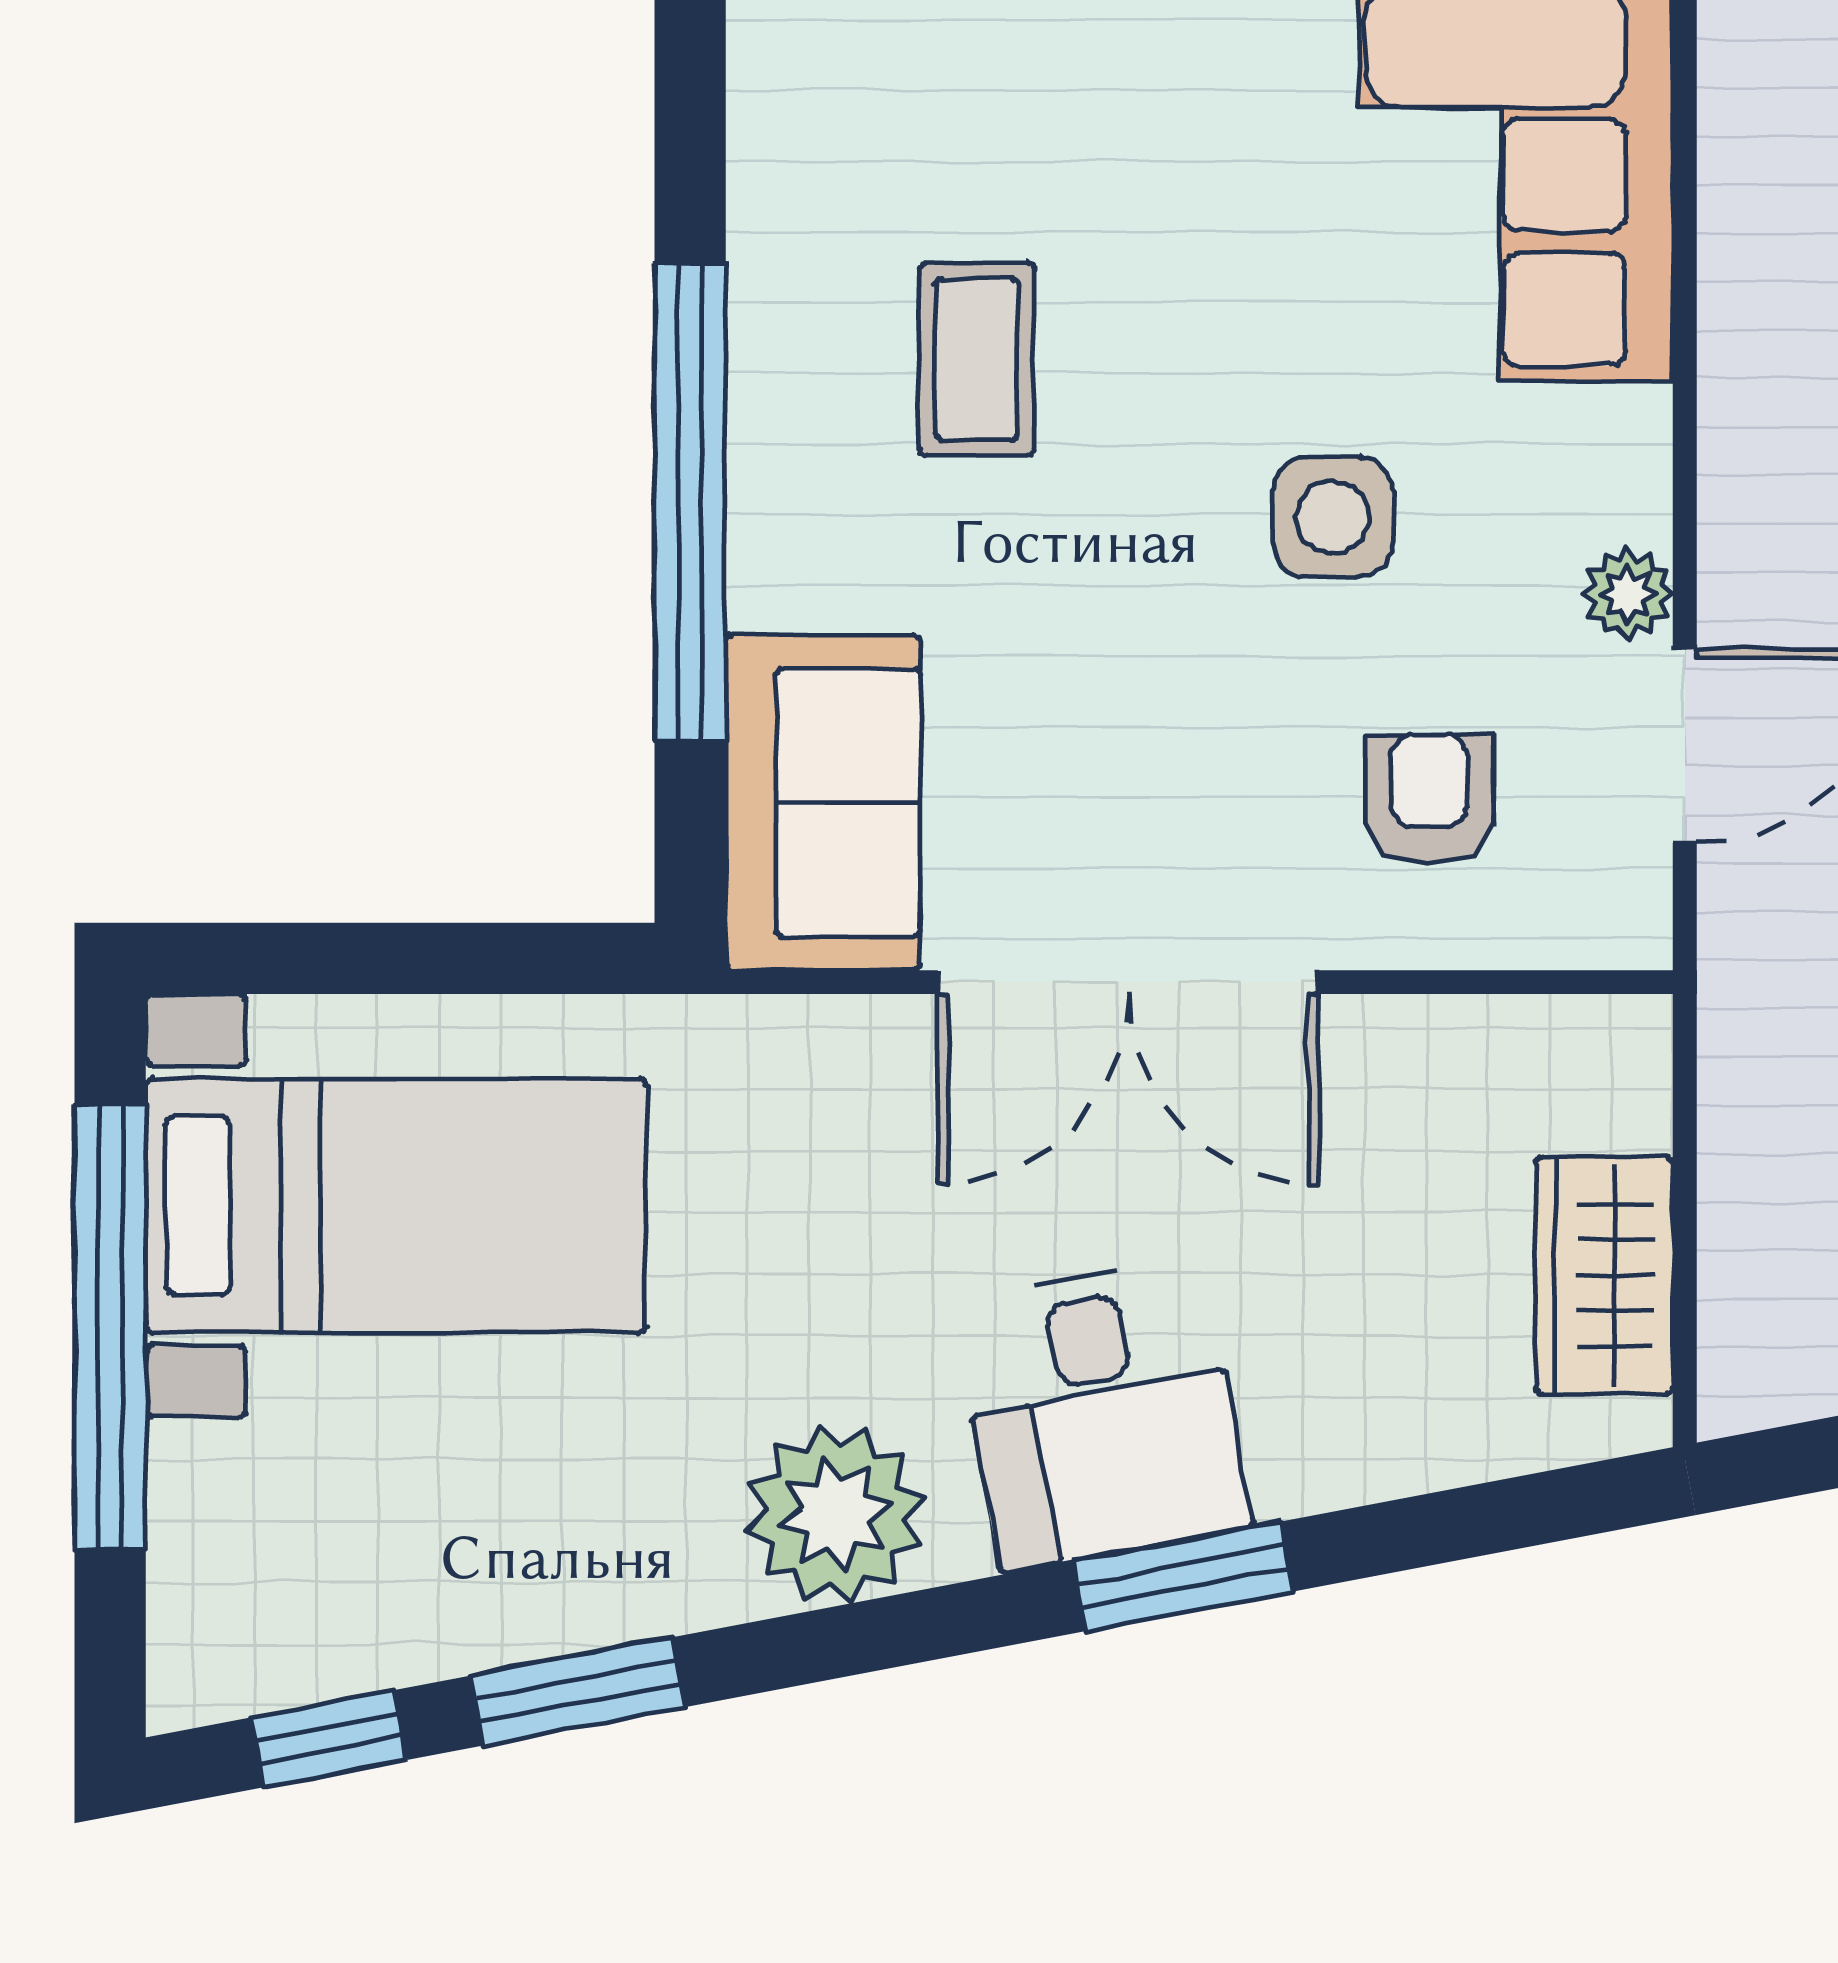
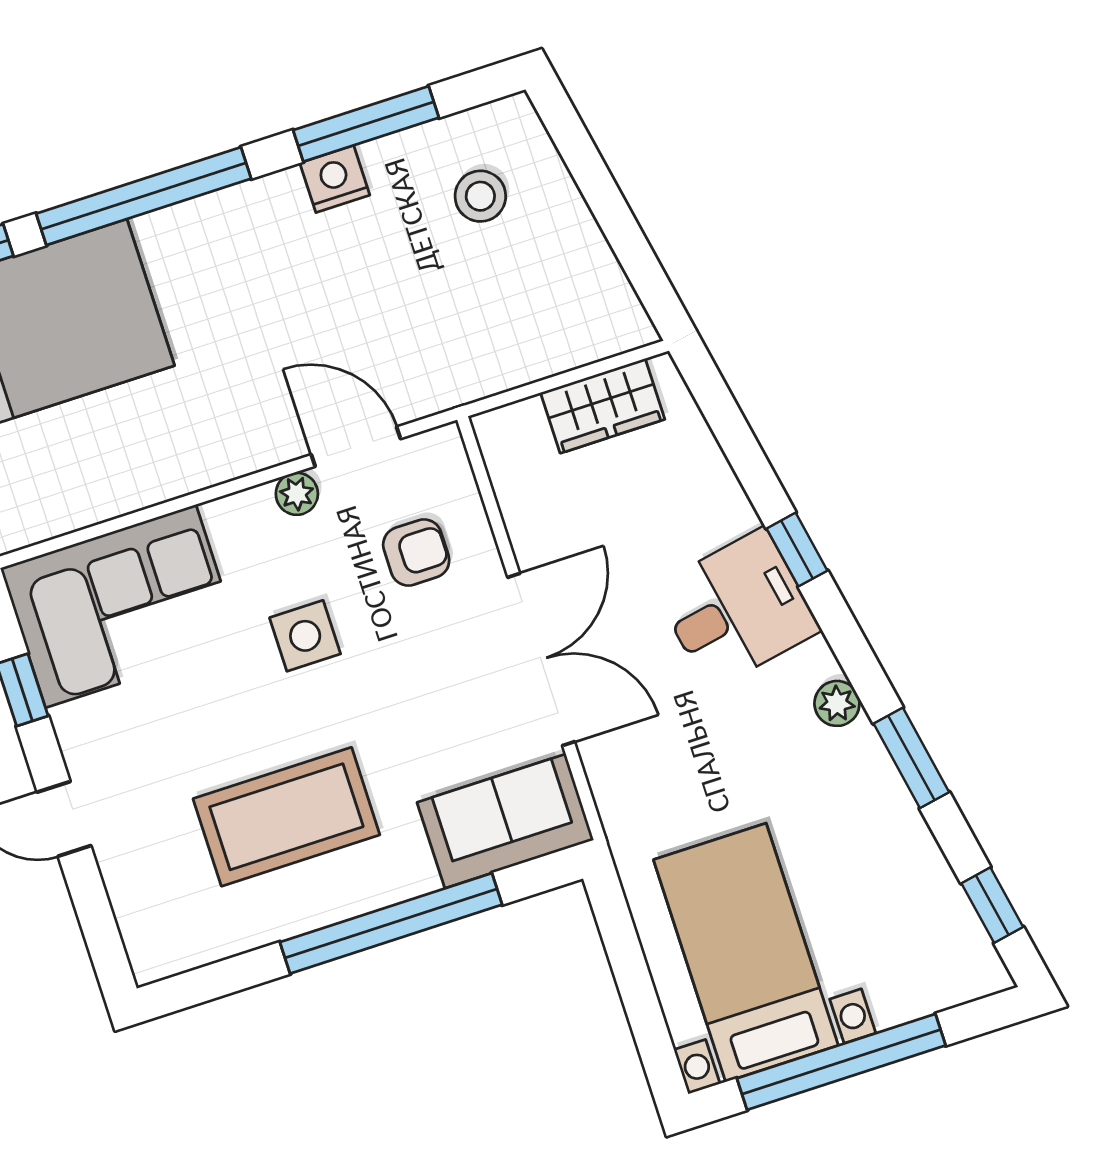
coffee table: (977, 359) -> (286, 817), width x1.86, depth x1.72
armchair: (1429, 798) -> (416, 552), turned 180
plant: (835, 1514) -> (837, 703), width x0.53, depth x0.53
window: (1183, 1576) -> (797, 550), width x0.67
window: (578, 1691) -> (911, 758), moved

